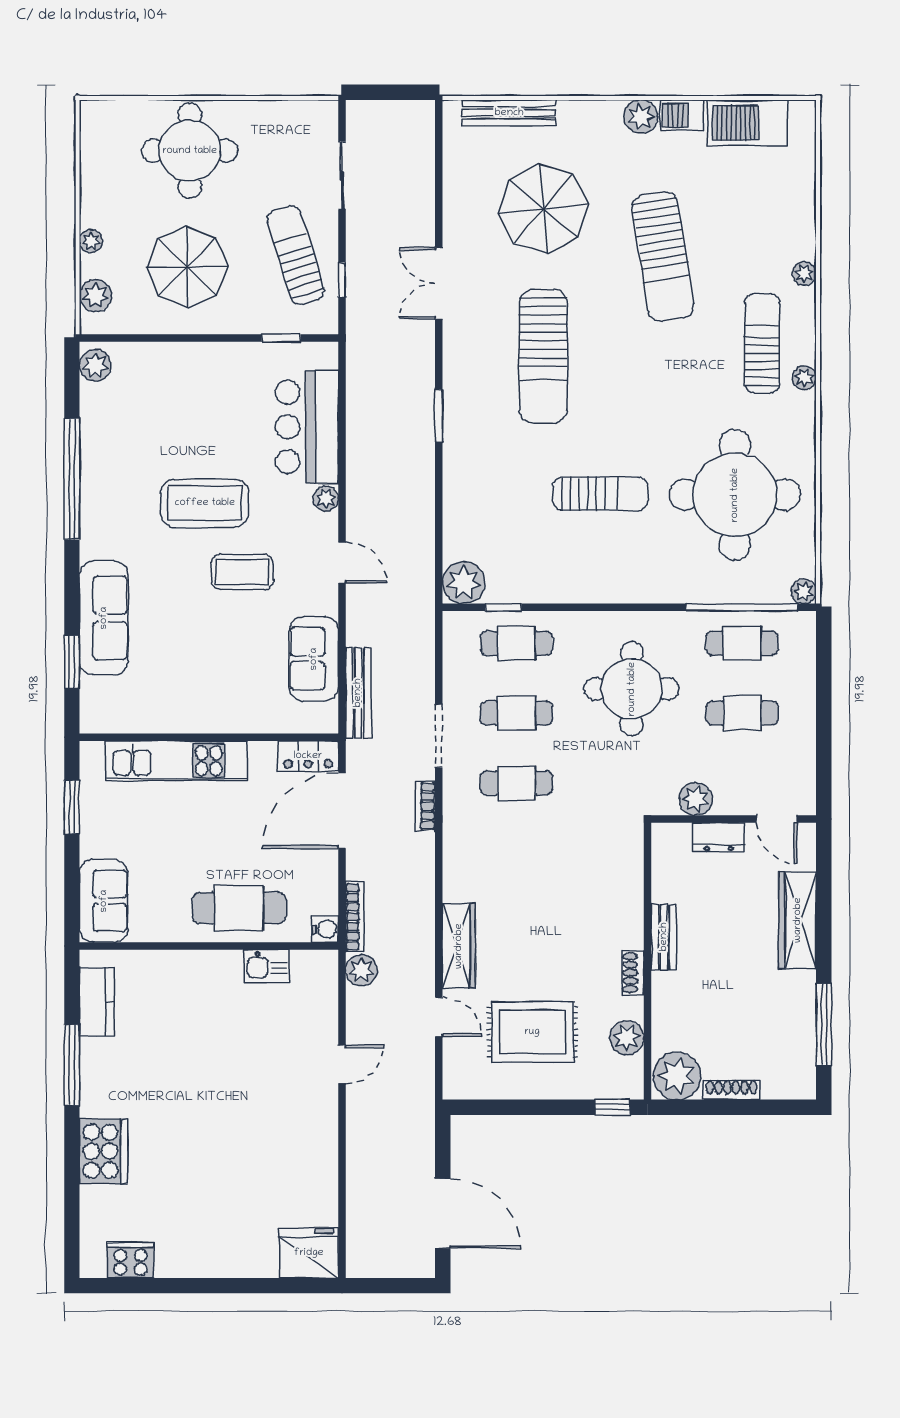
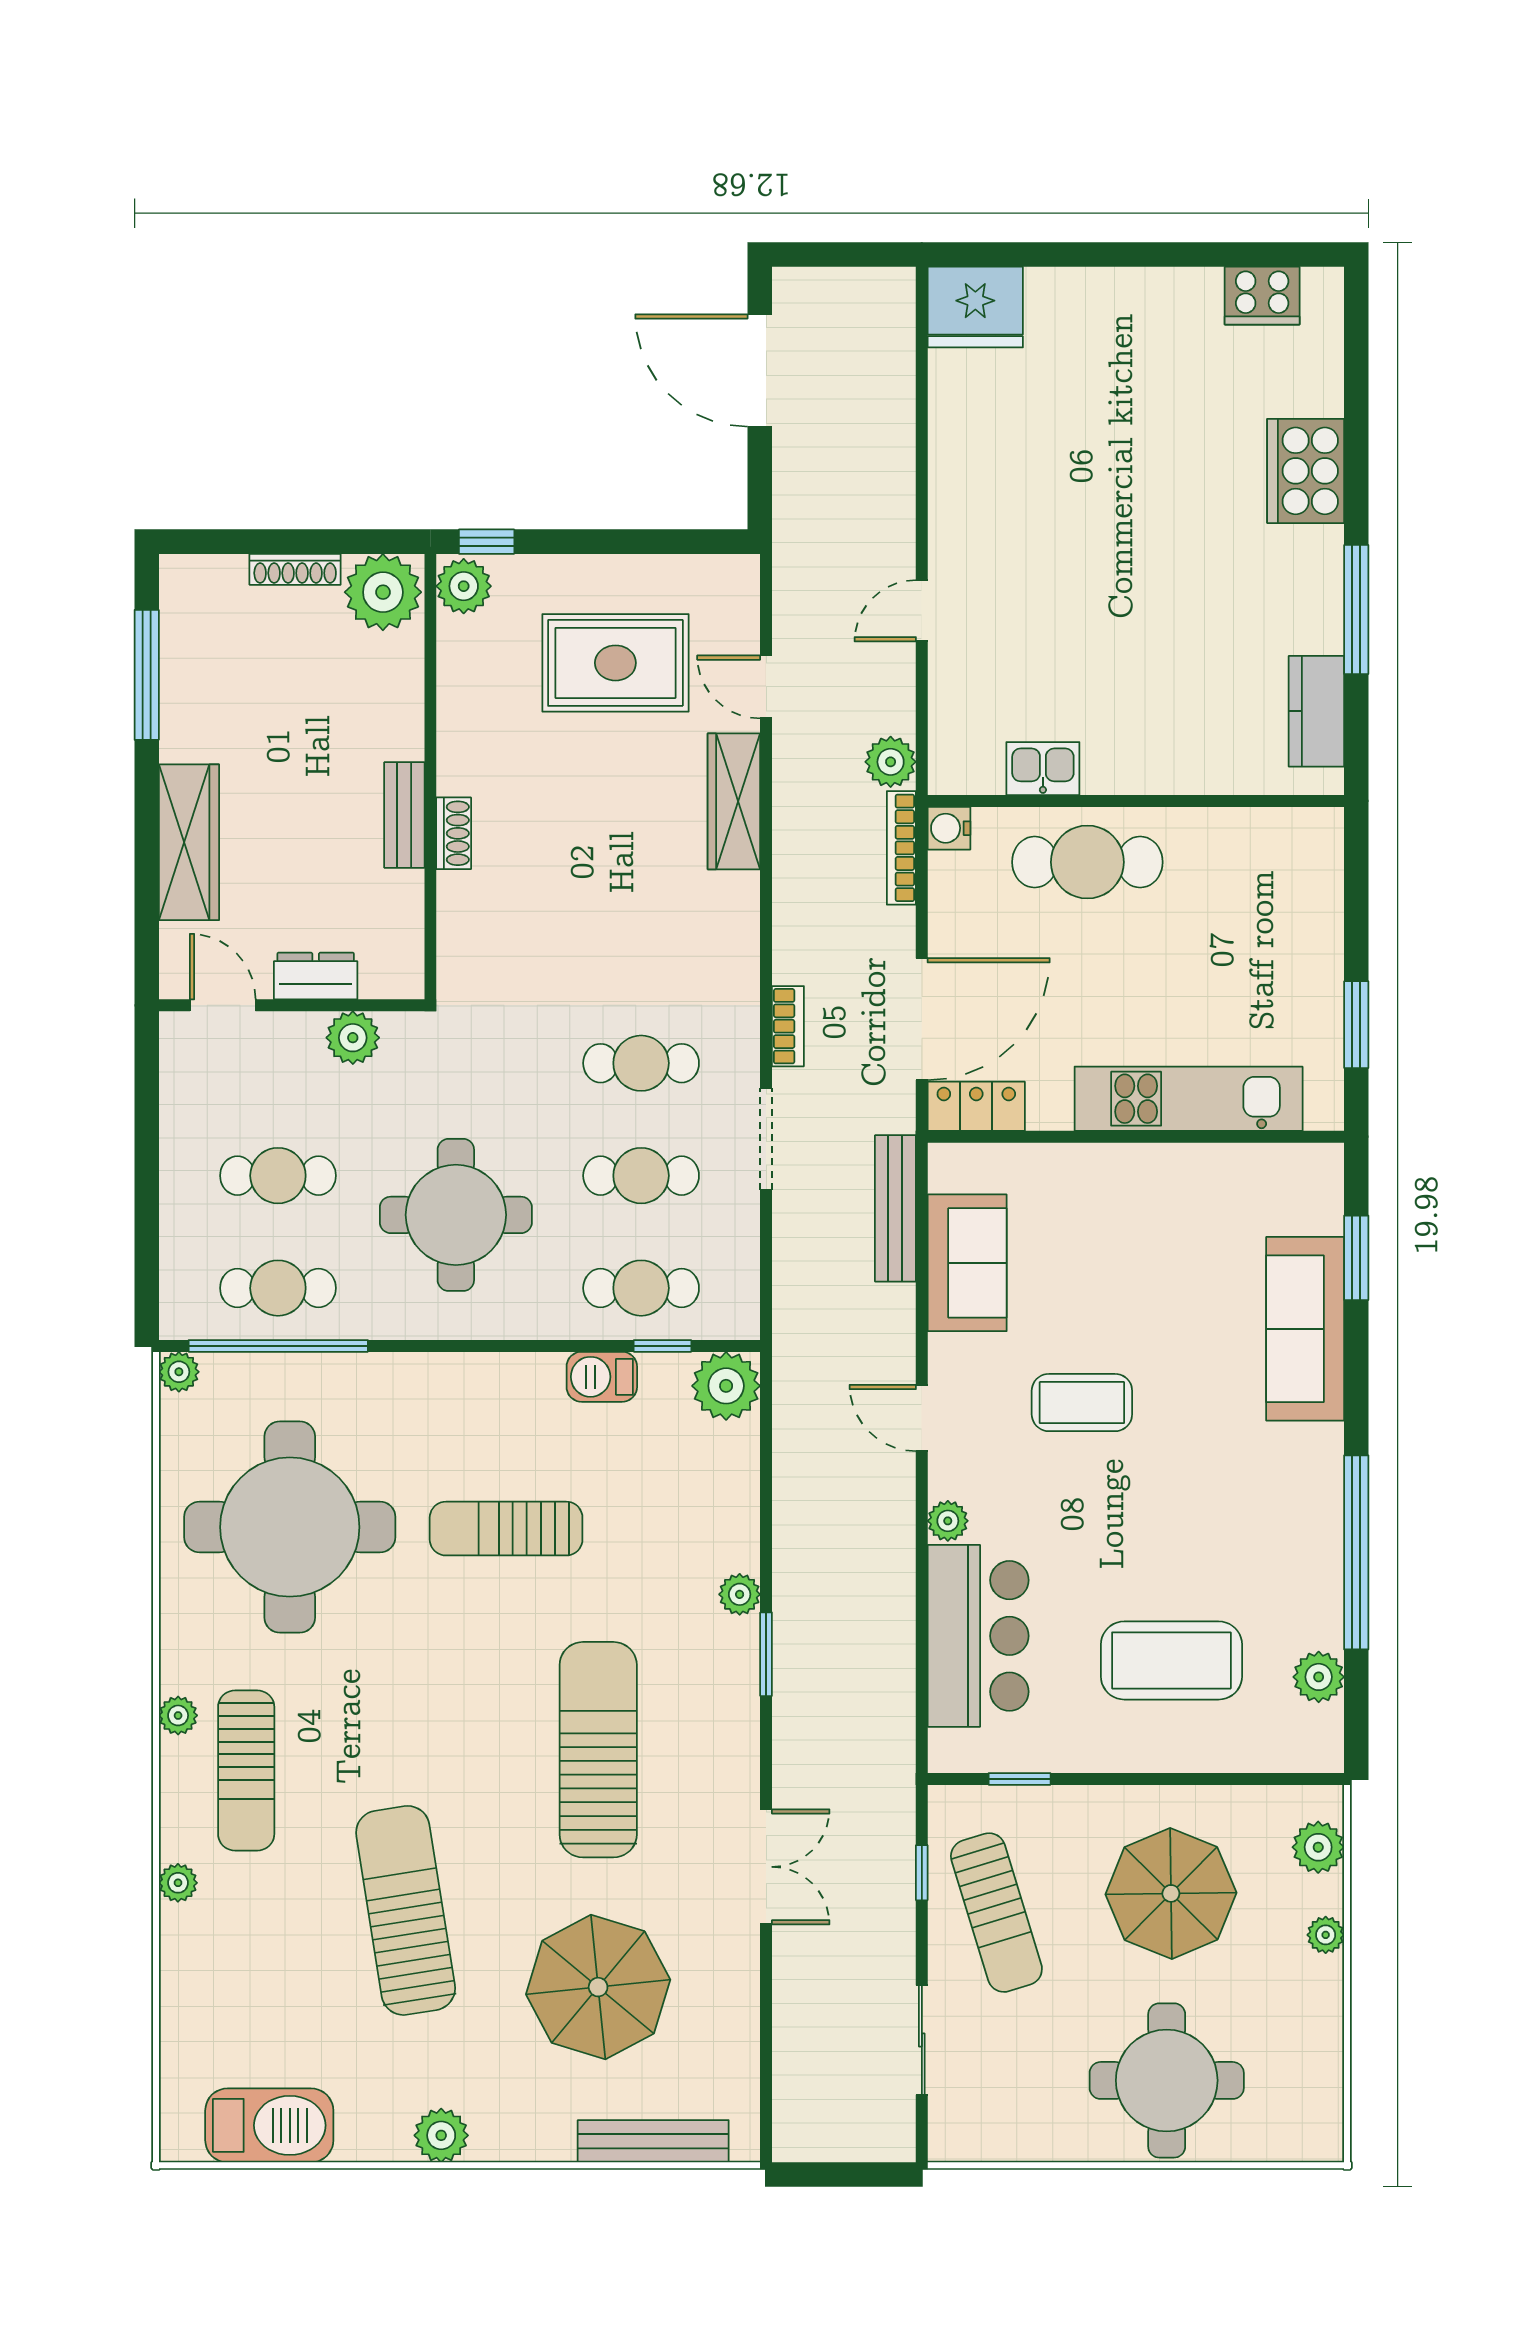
barbecue: (682, 115) -> (602, 1377), moved, turned 180
plant: (95, 365) -> (1319, 1677), moved
plant: (455, 453) -> (740, 1594), added
coffee table: (205, 503) -> (1171, 1660), moved
sofa: (104, 901) -> (1305, 874), removed
shoe rack: (633, 973) -> (454, 833), moved
plant: (627, 1038) -> (464, 586), moved

